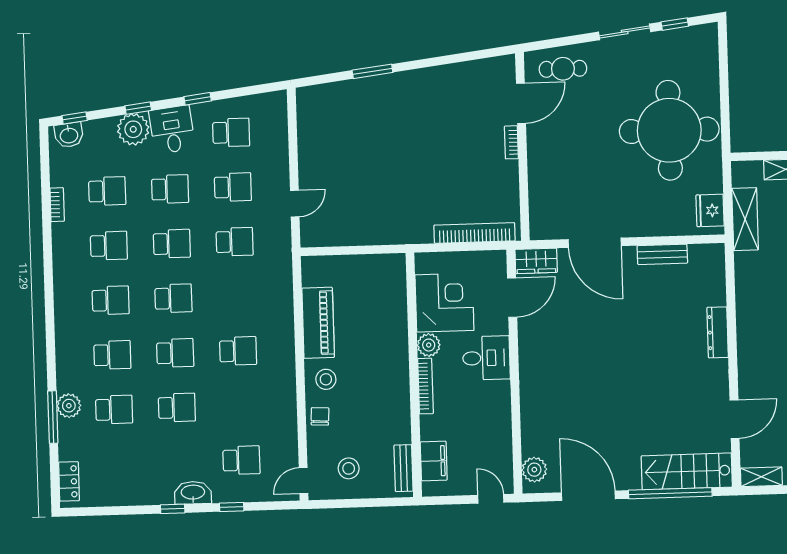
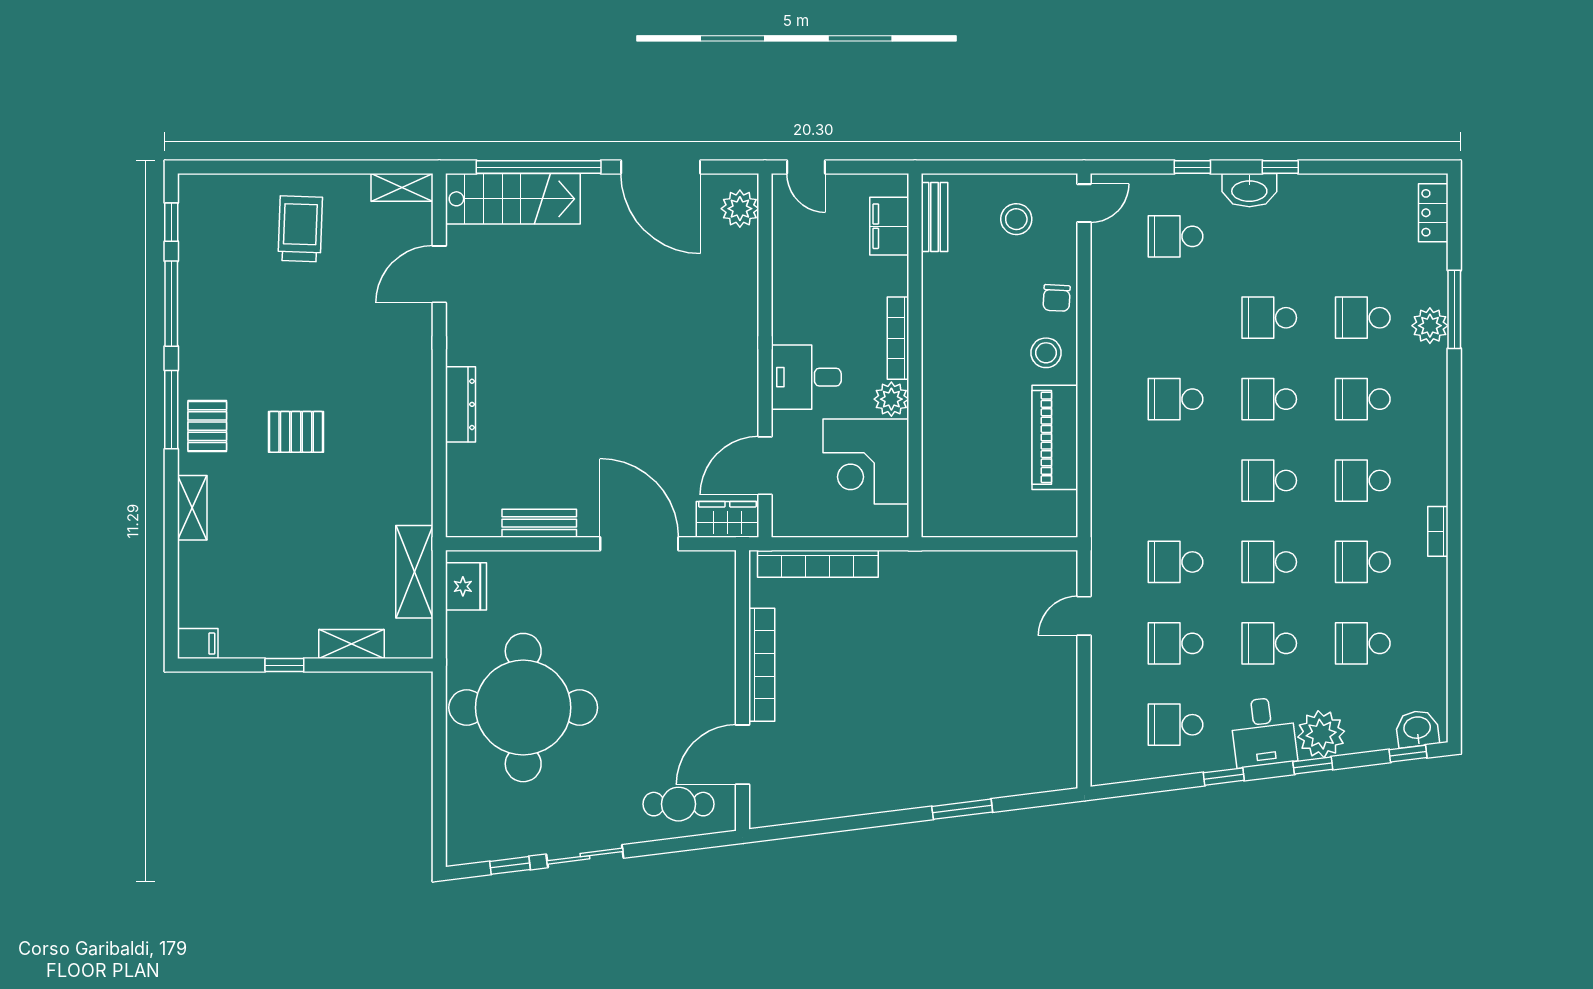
bookcase: (511, 142) -> (762, 665), width x2.31, depth x1.31
bookcase: (57, 205) -> (1438, 531), moved

